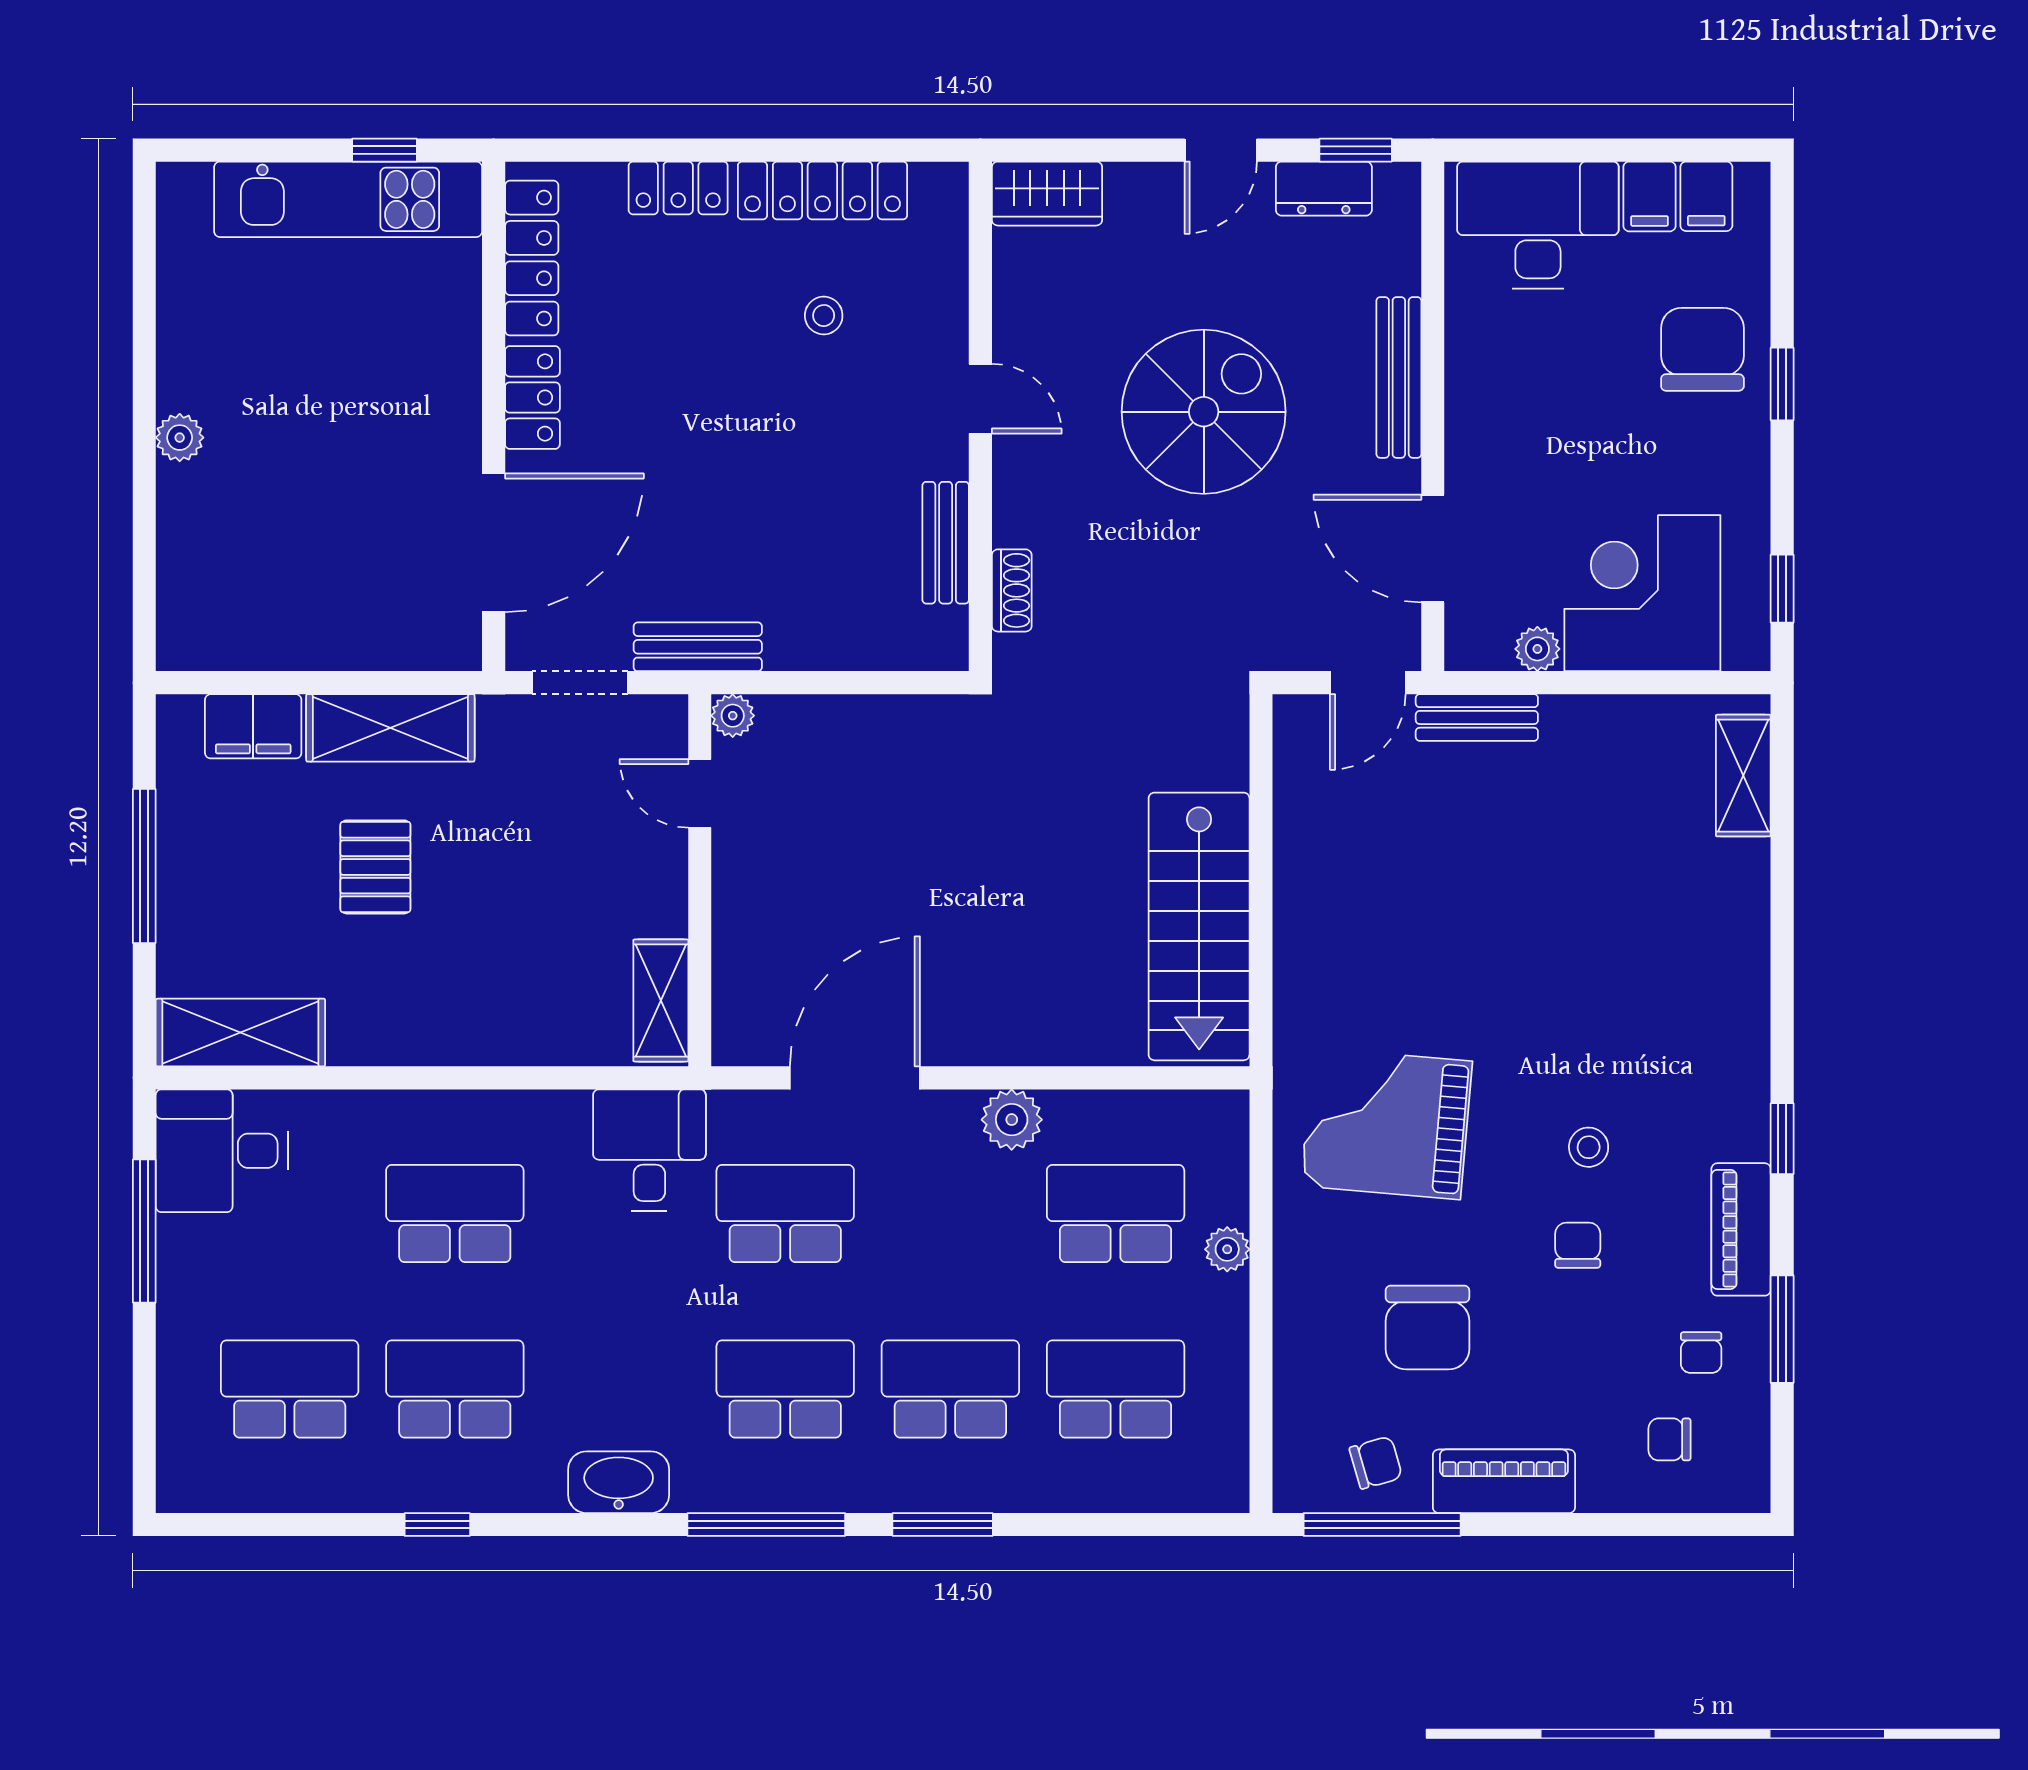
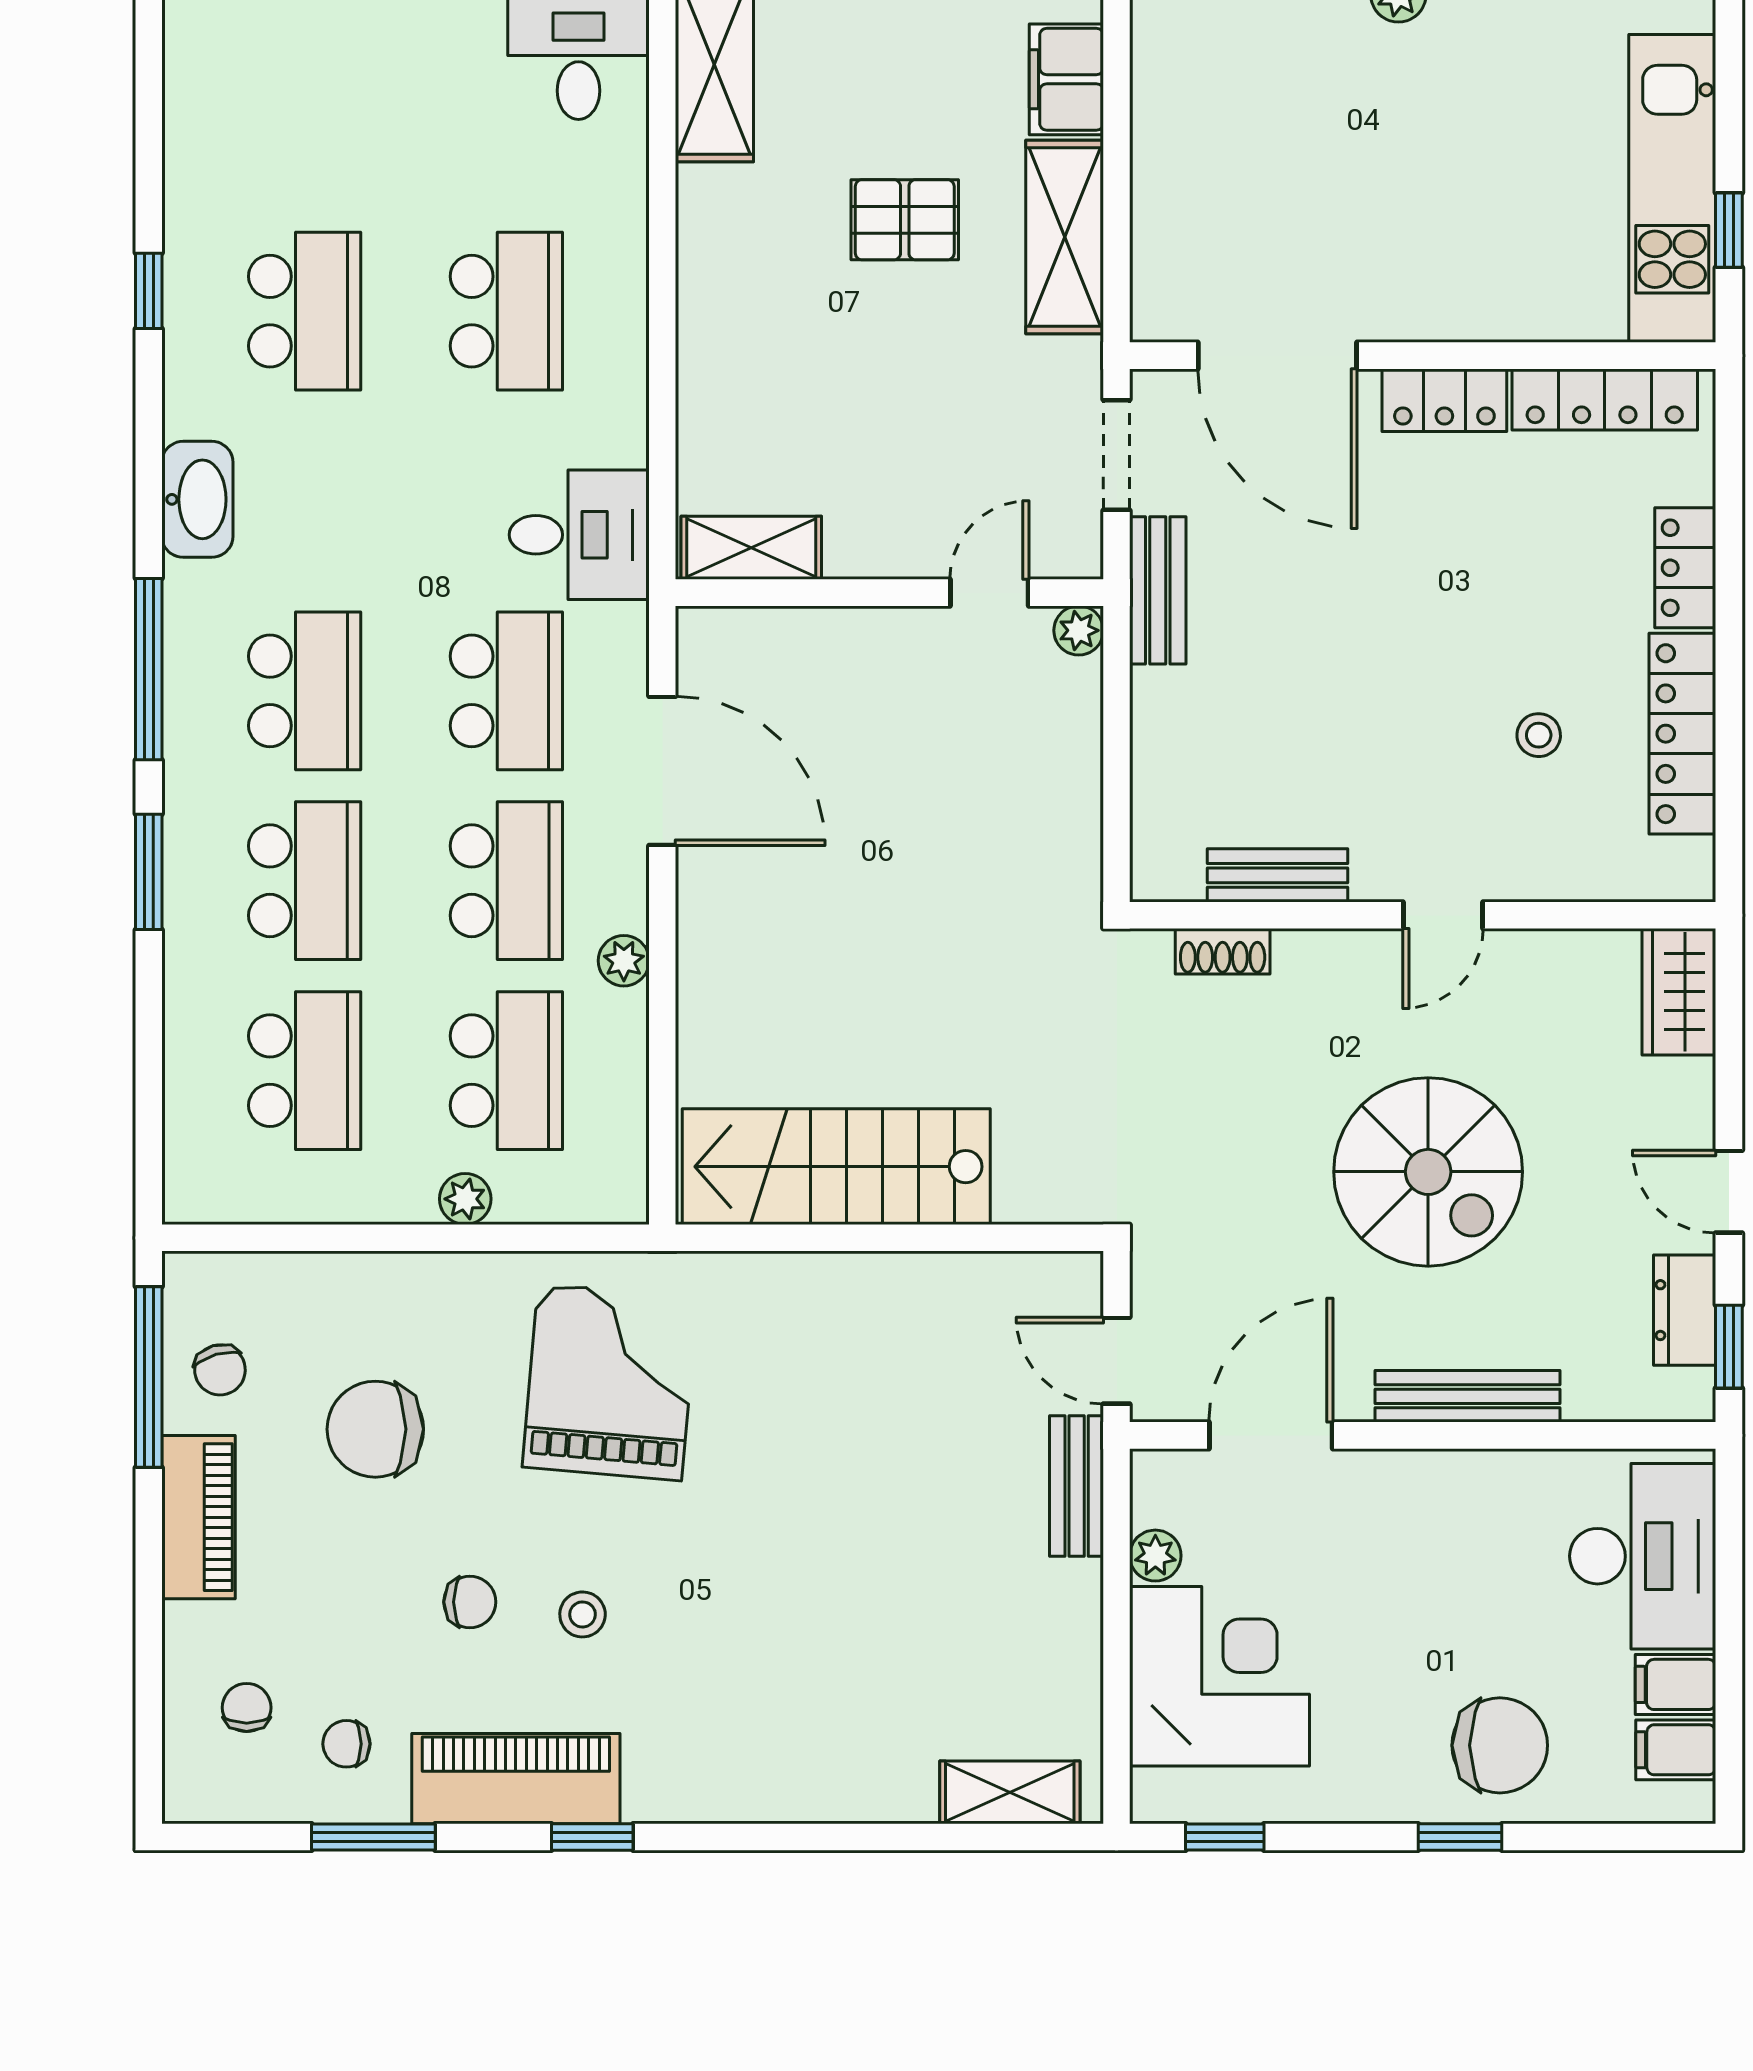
plant: (1012, 1120) -> (624, 961), width x0.73, depth x0.73
piano: (1741, 1229) -> (516, 1779), width x1.37, depth x1.33
school desk: (290, 1389) -> (506, 881), moved

